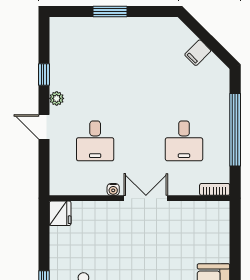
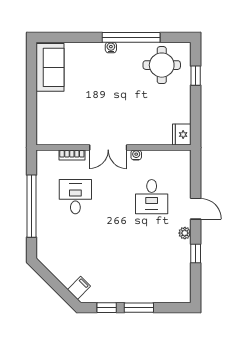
window: (148, 12) -> (107, 308), added
filing cabinet: (198, 53) -> (79, 288), moved
desk: (95, 141) -> (152, 197), turned 180
bookcase: (215, 189) -> (72, 155), moved

